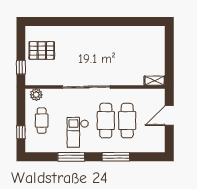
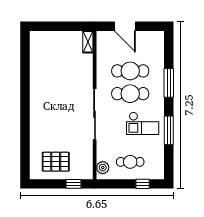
pallet: (42, 50) -> (56, 162), turned 90

